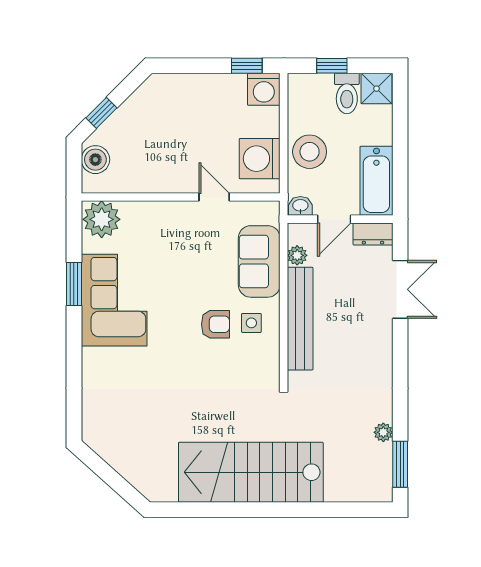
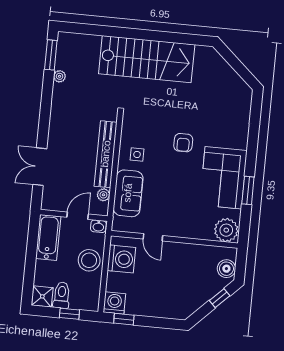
dresser: (373, 234) -> (54, 204), removed
armchair: (215, 324) -> (183, 143), moved, turned -90

